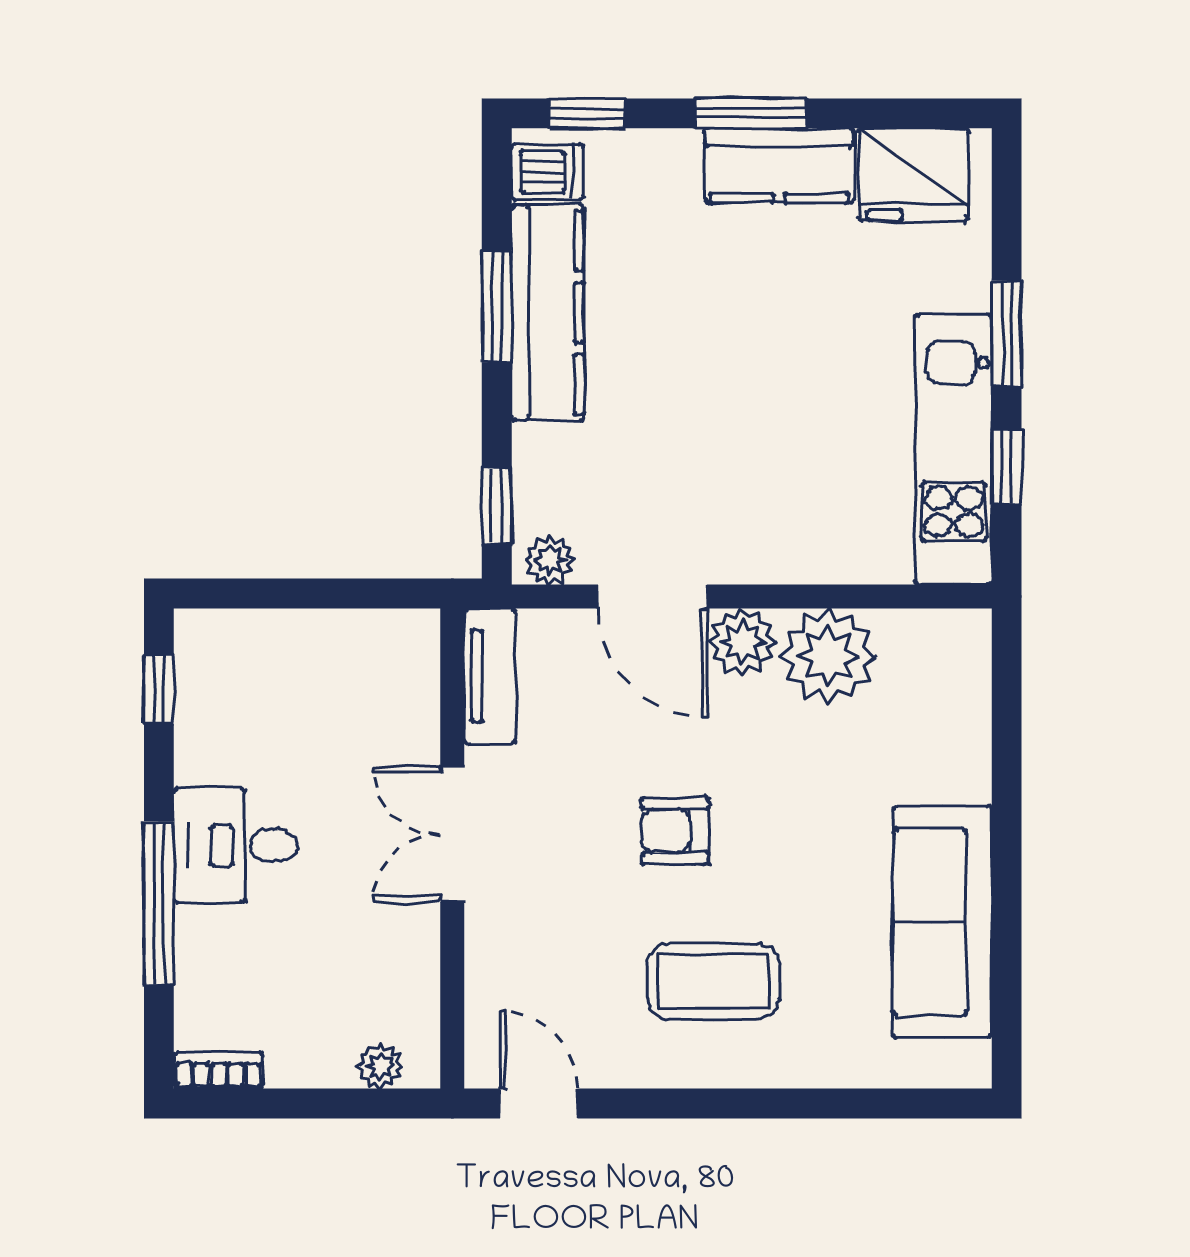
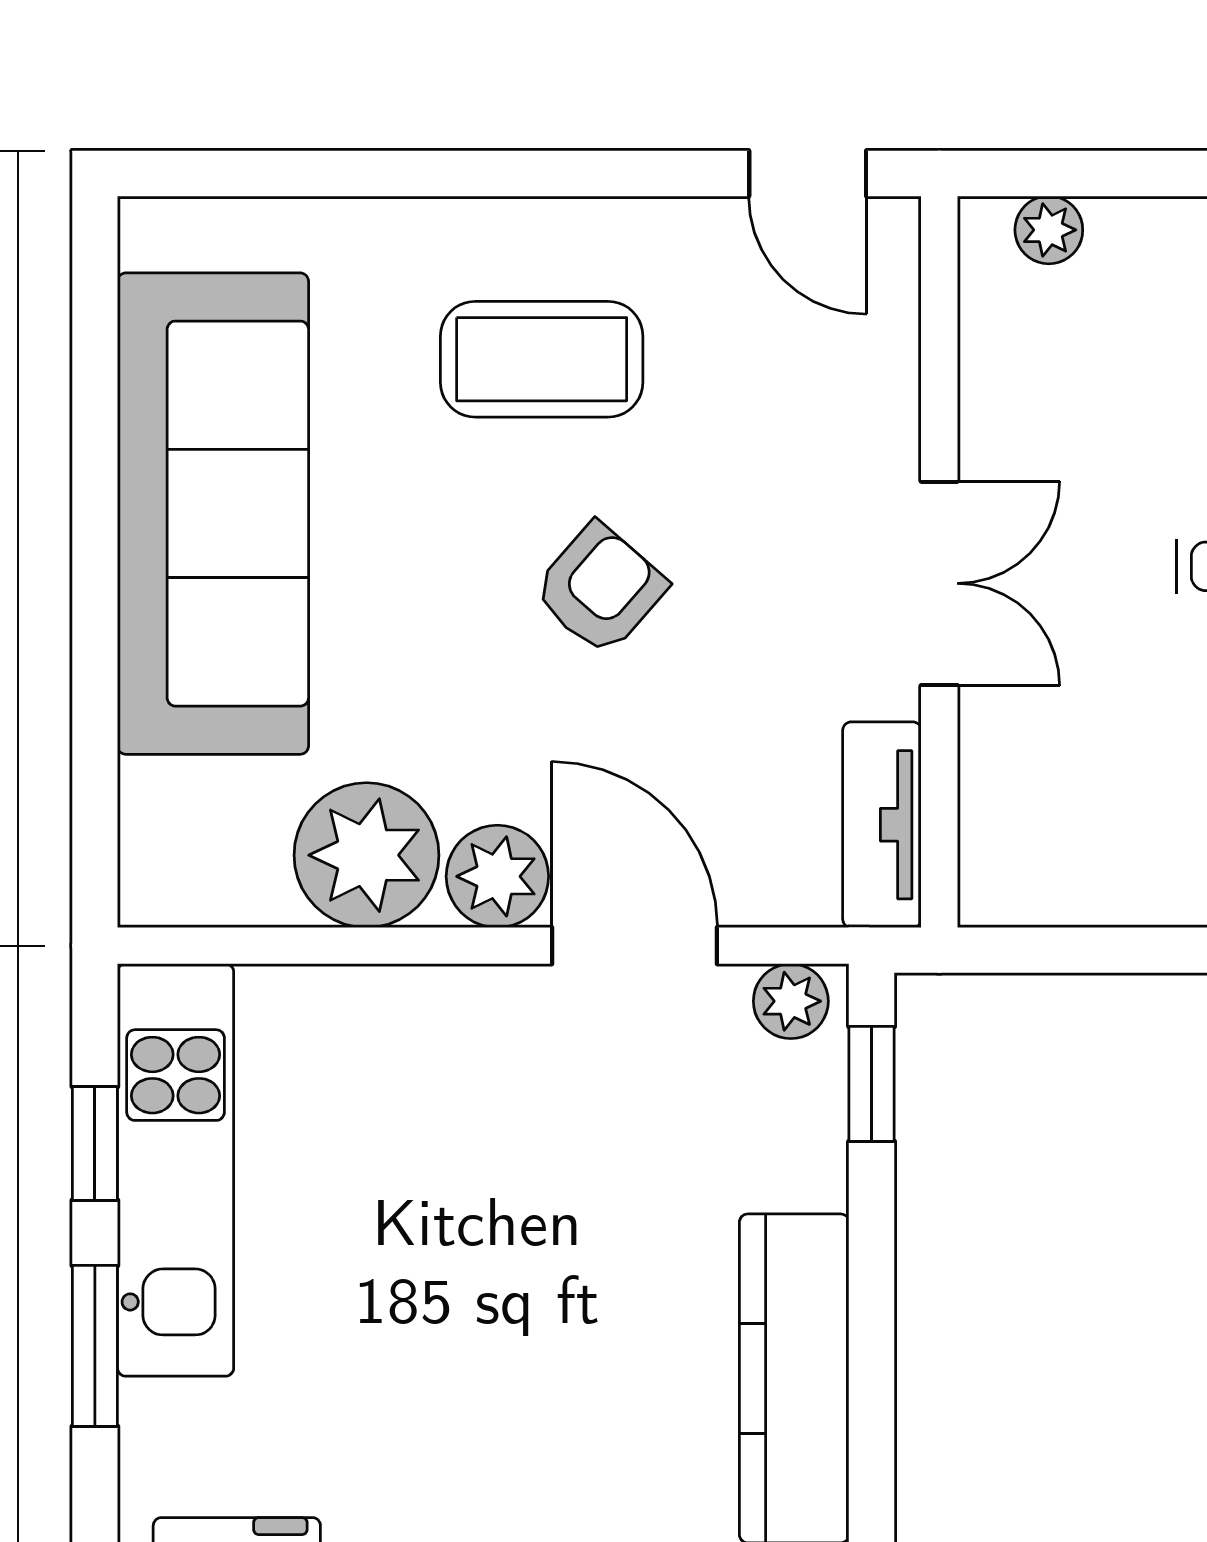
window: (497, 306) -> (872, 1387), removed
armchair: (675, 831) -> (600, 589), turned -49
sofa: (942, 922) -> (213, 514), width x1.36, depth x1.27

